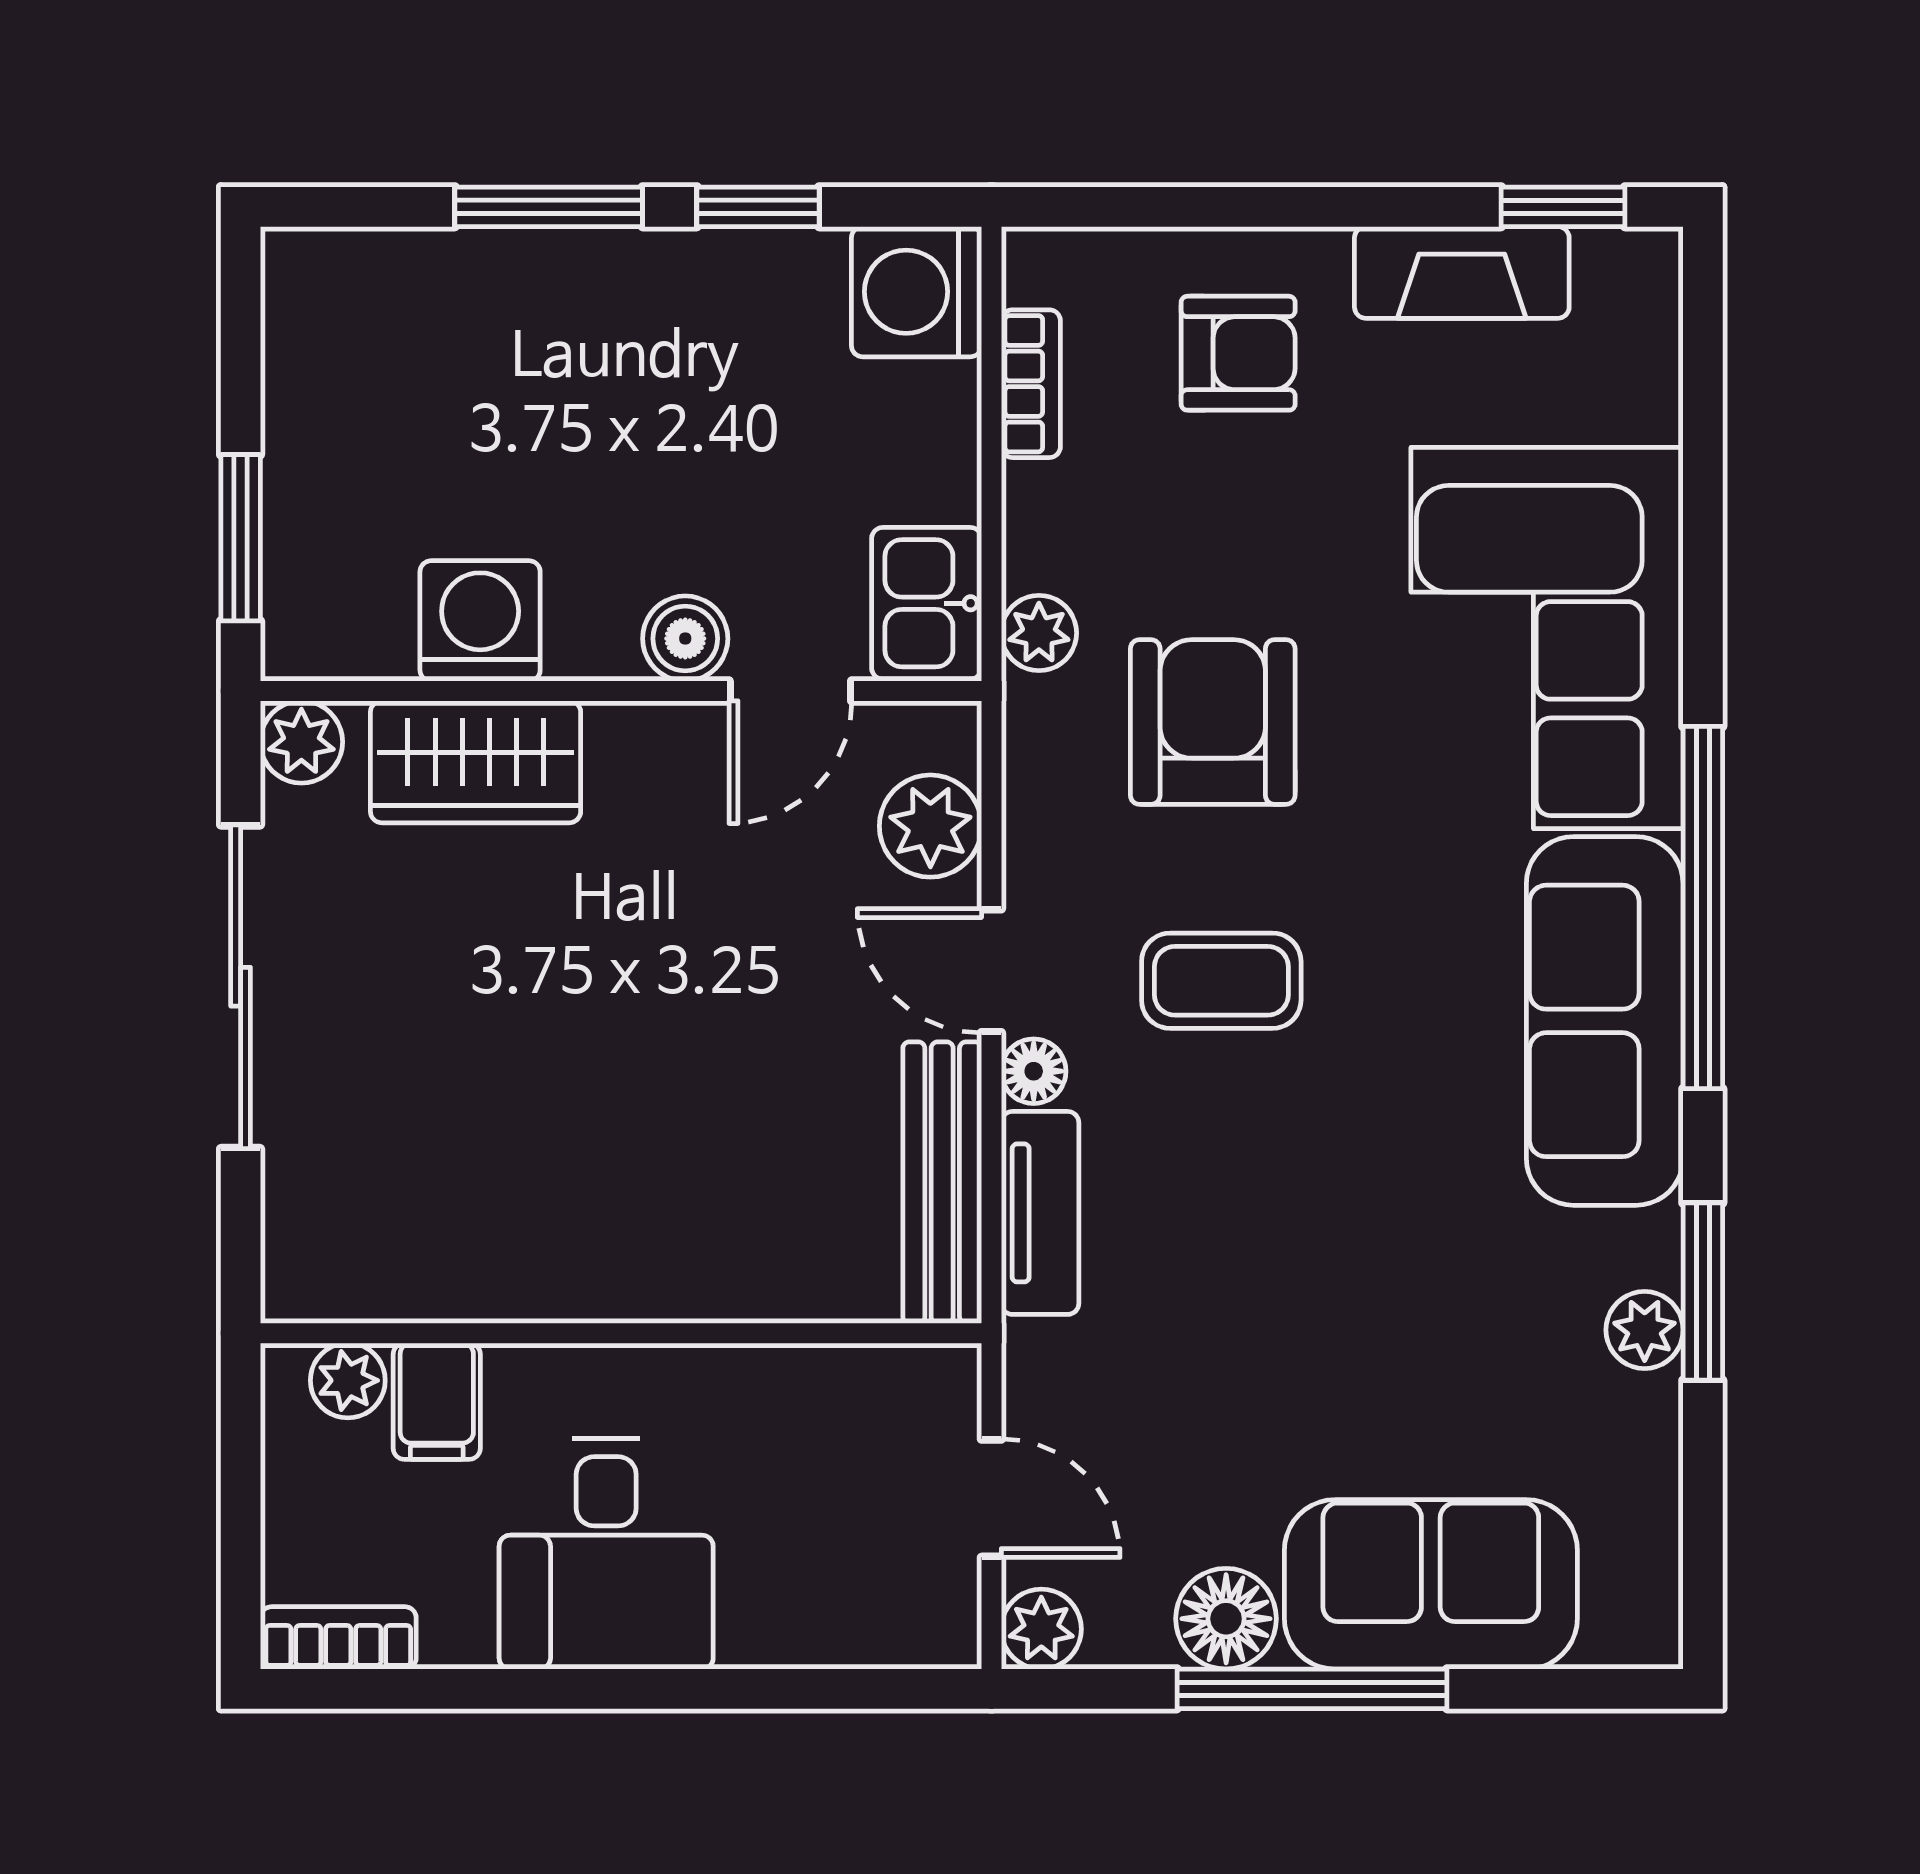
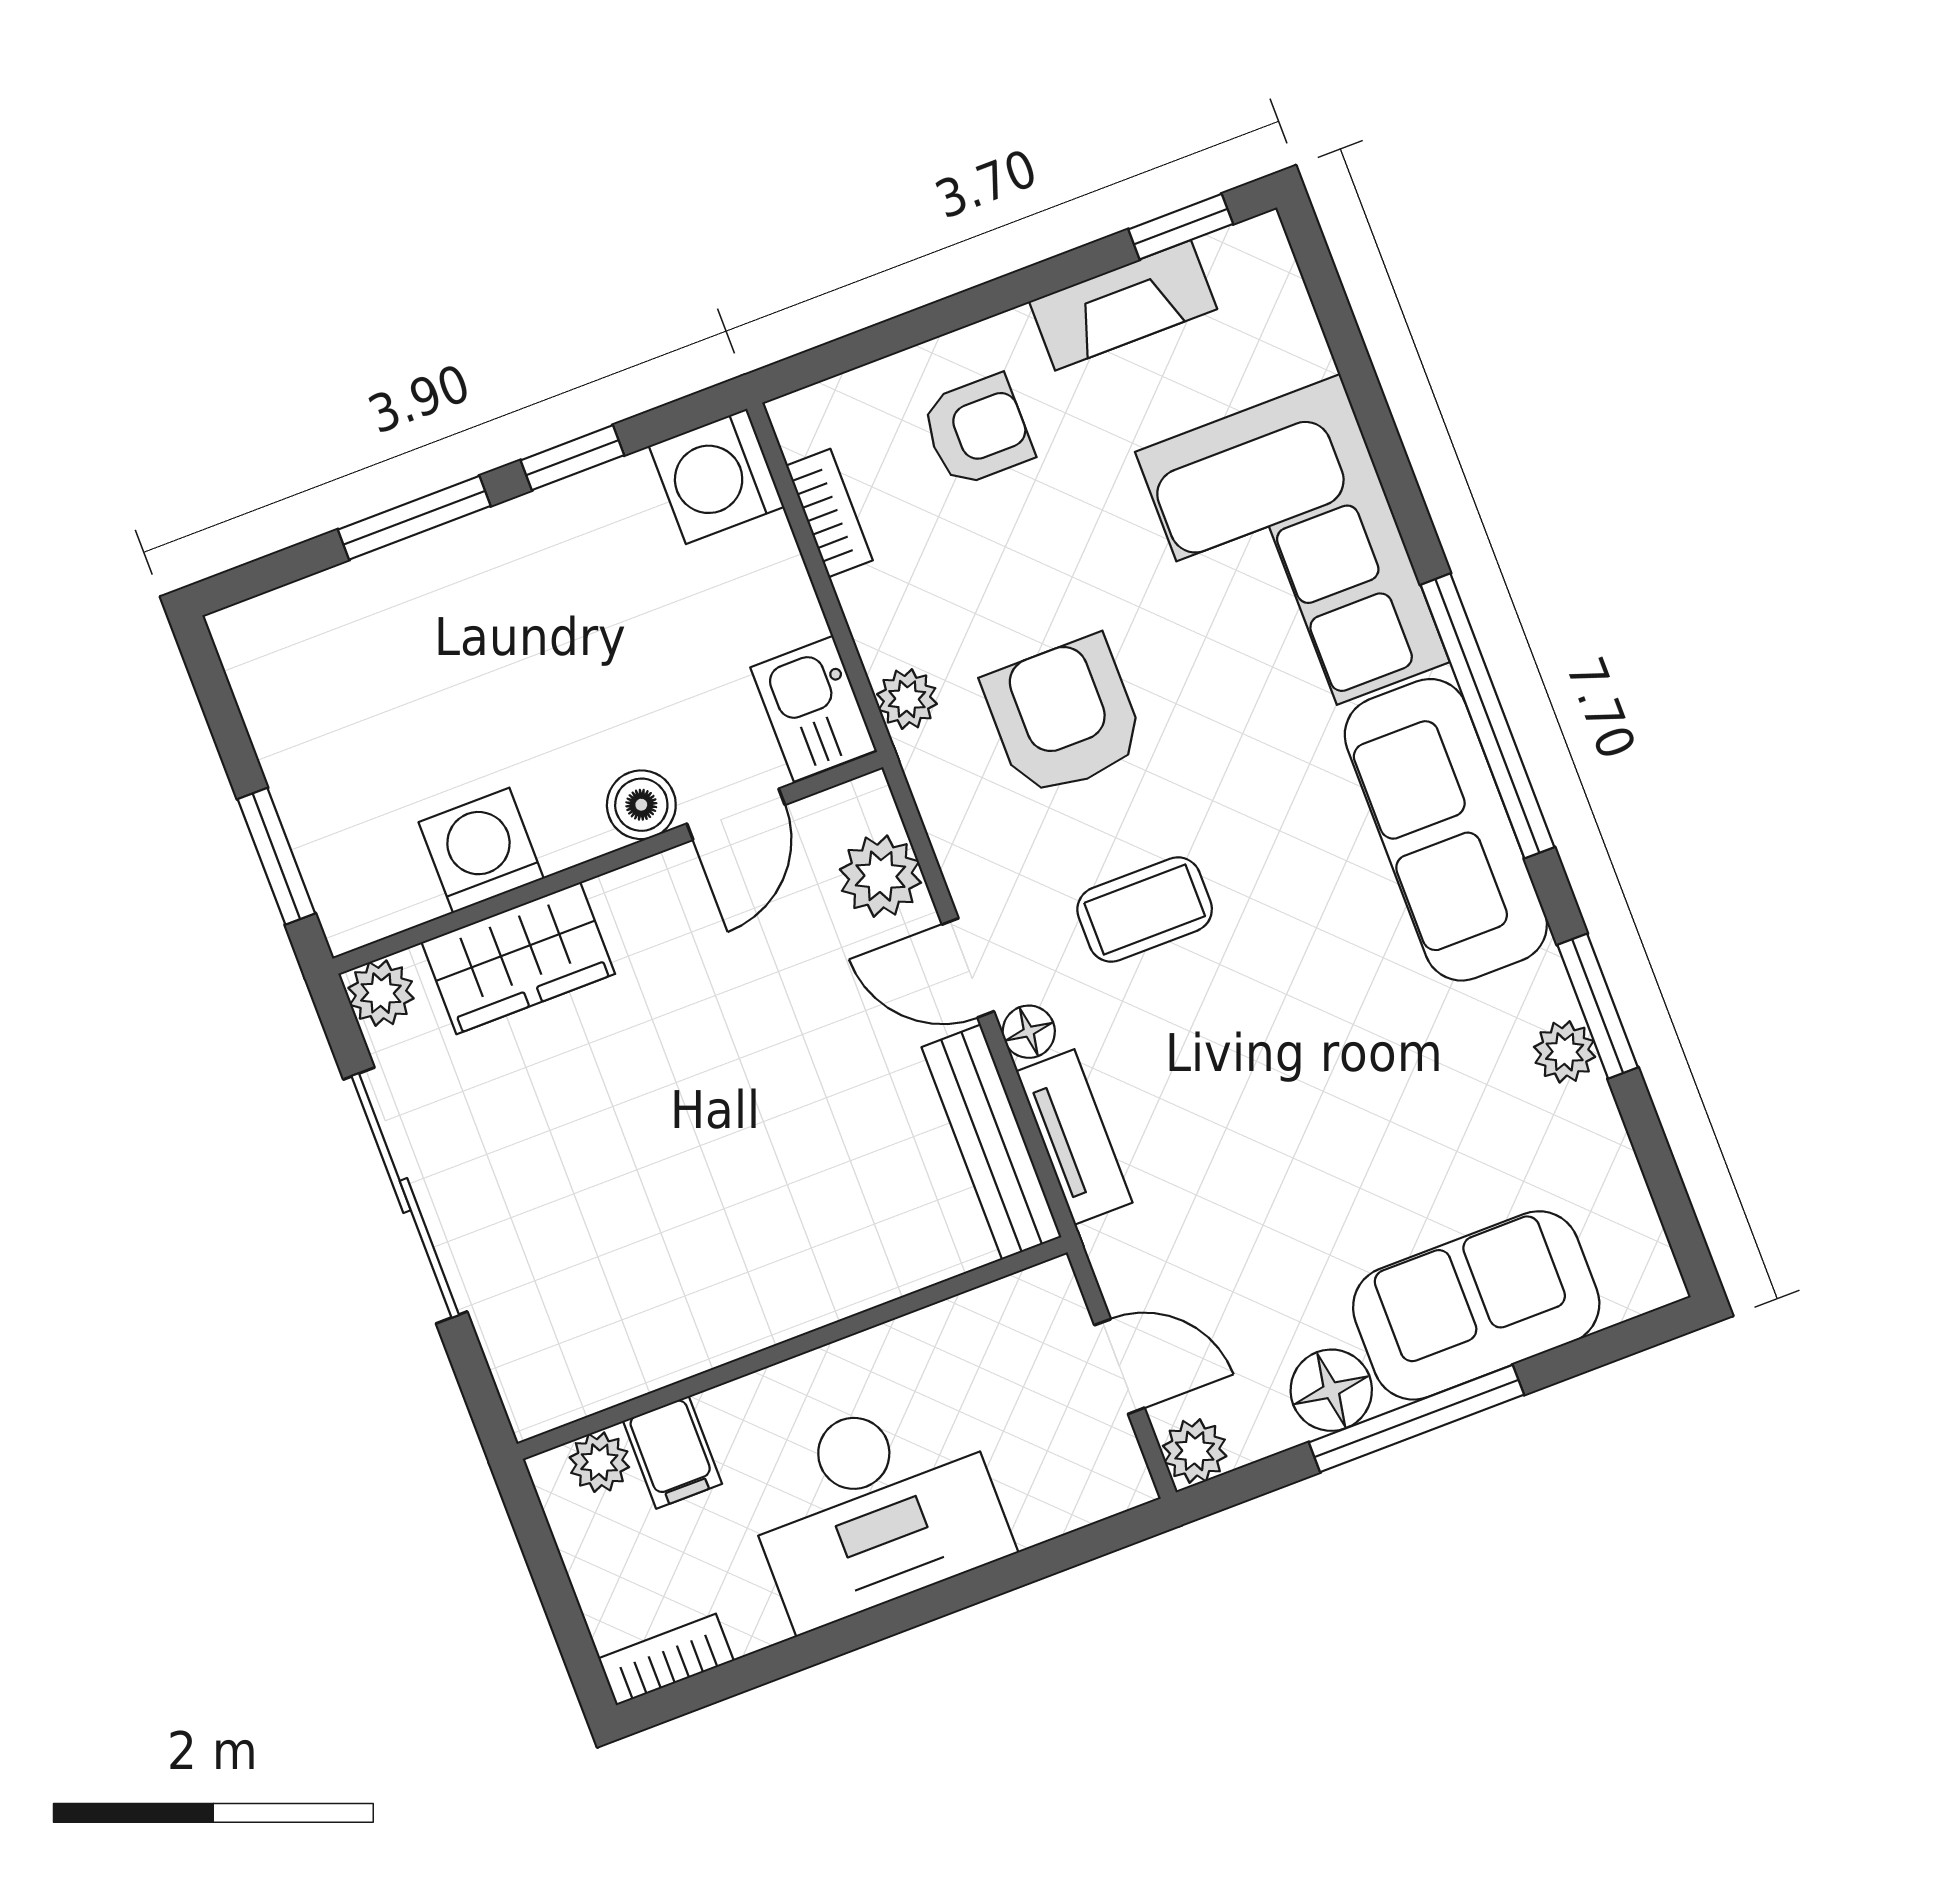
desk: (606, 1554) -> (874, 1507), width x1.37

